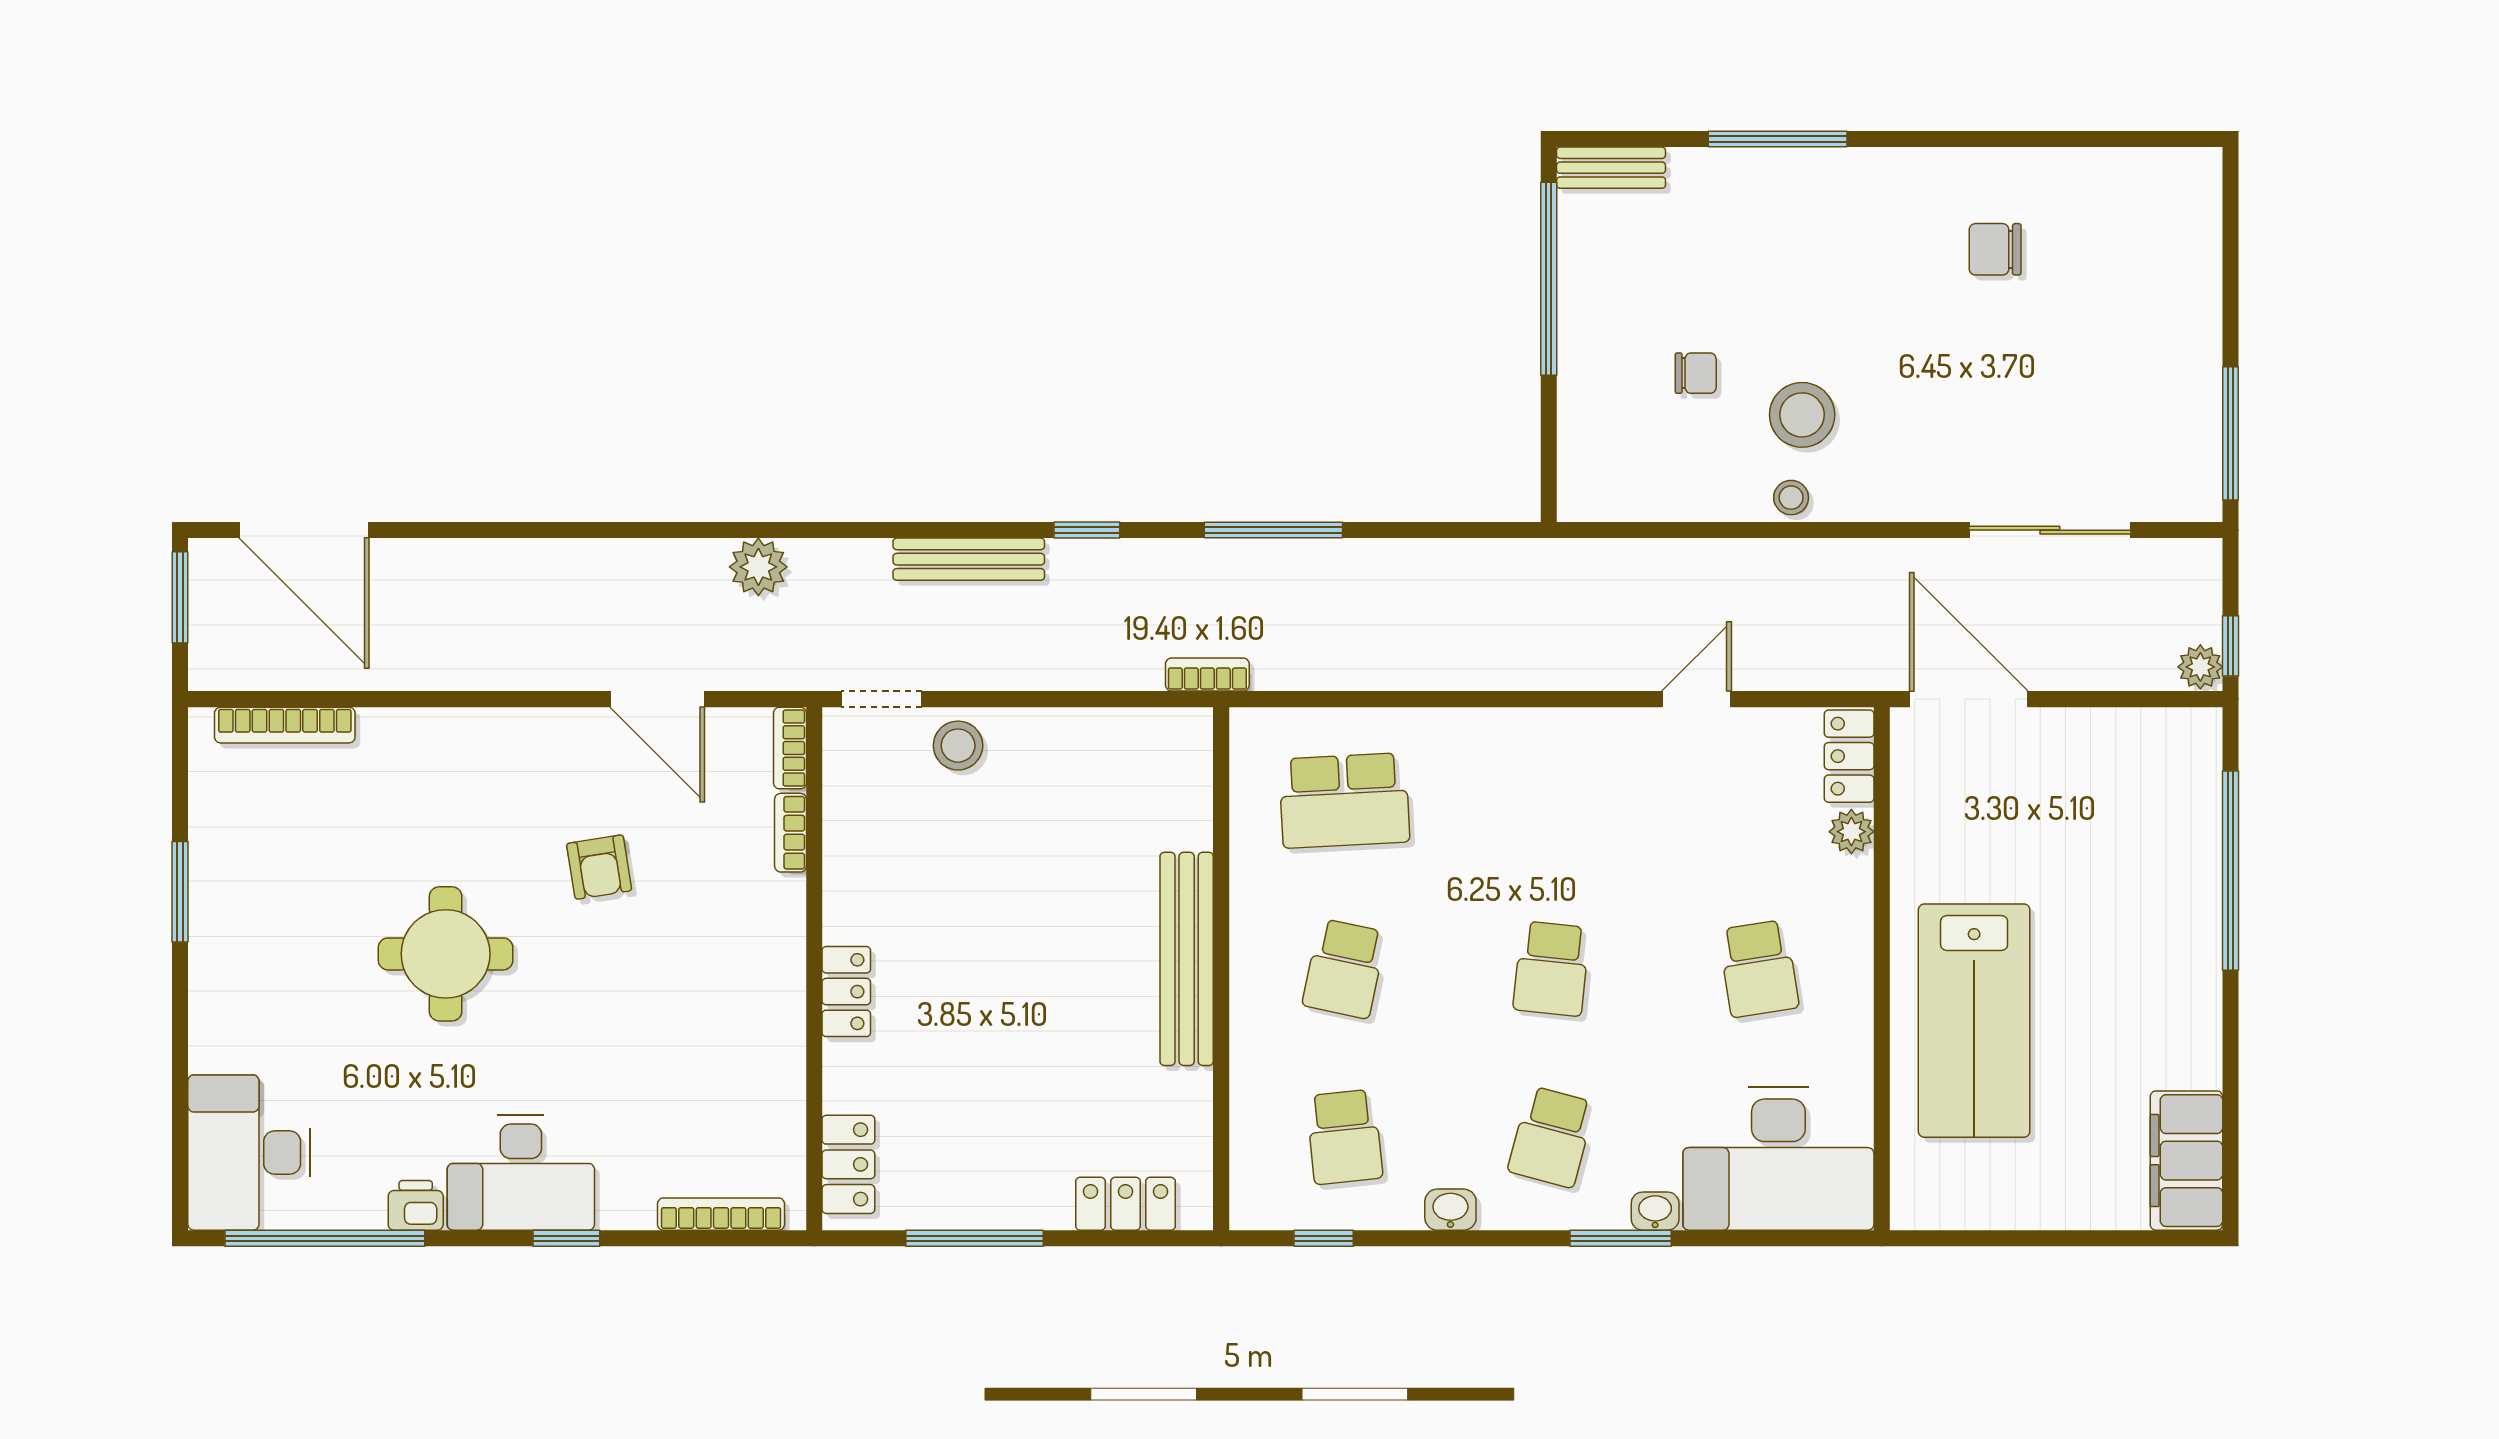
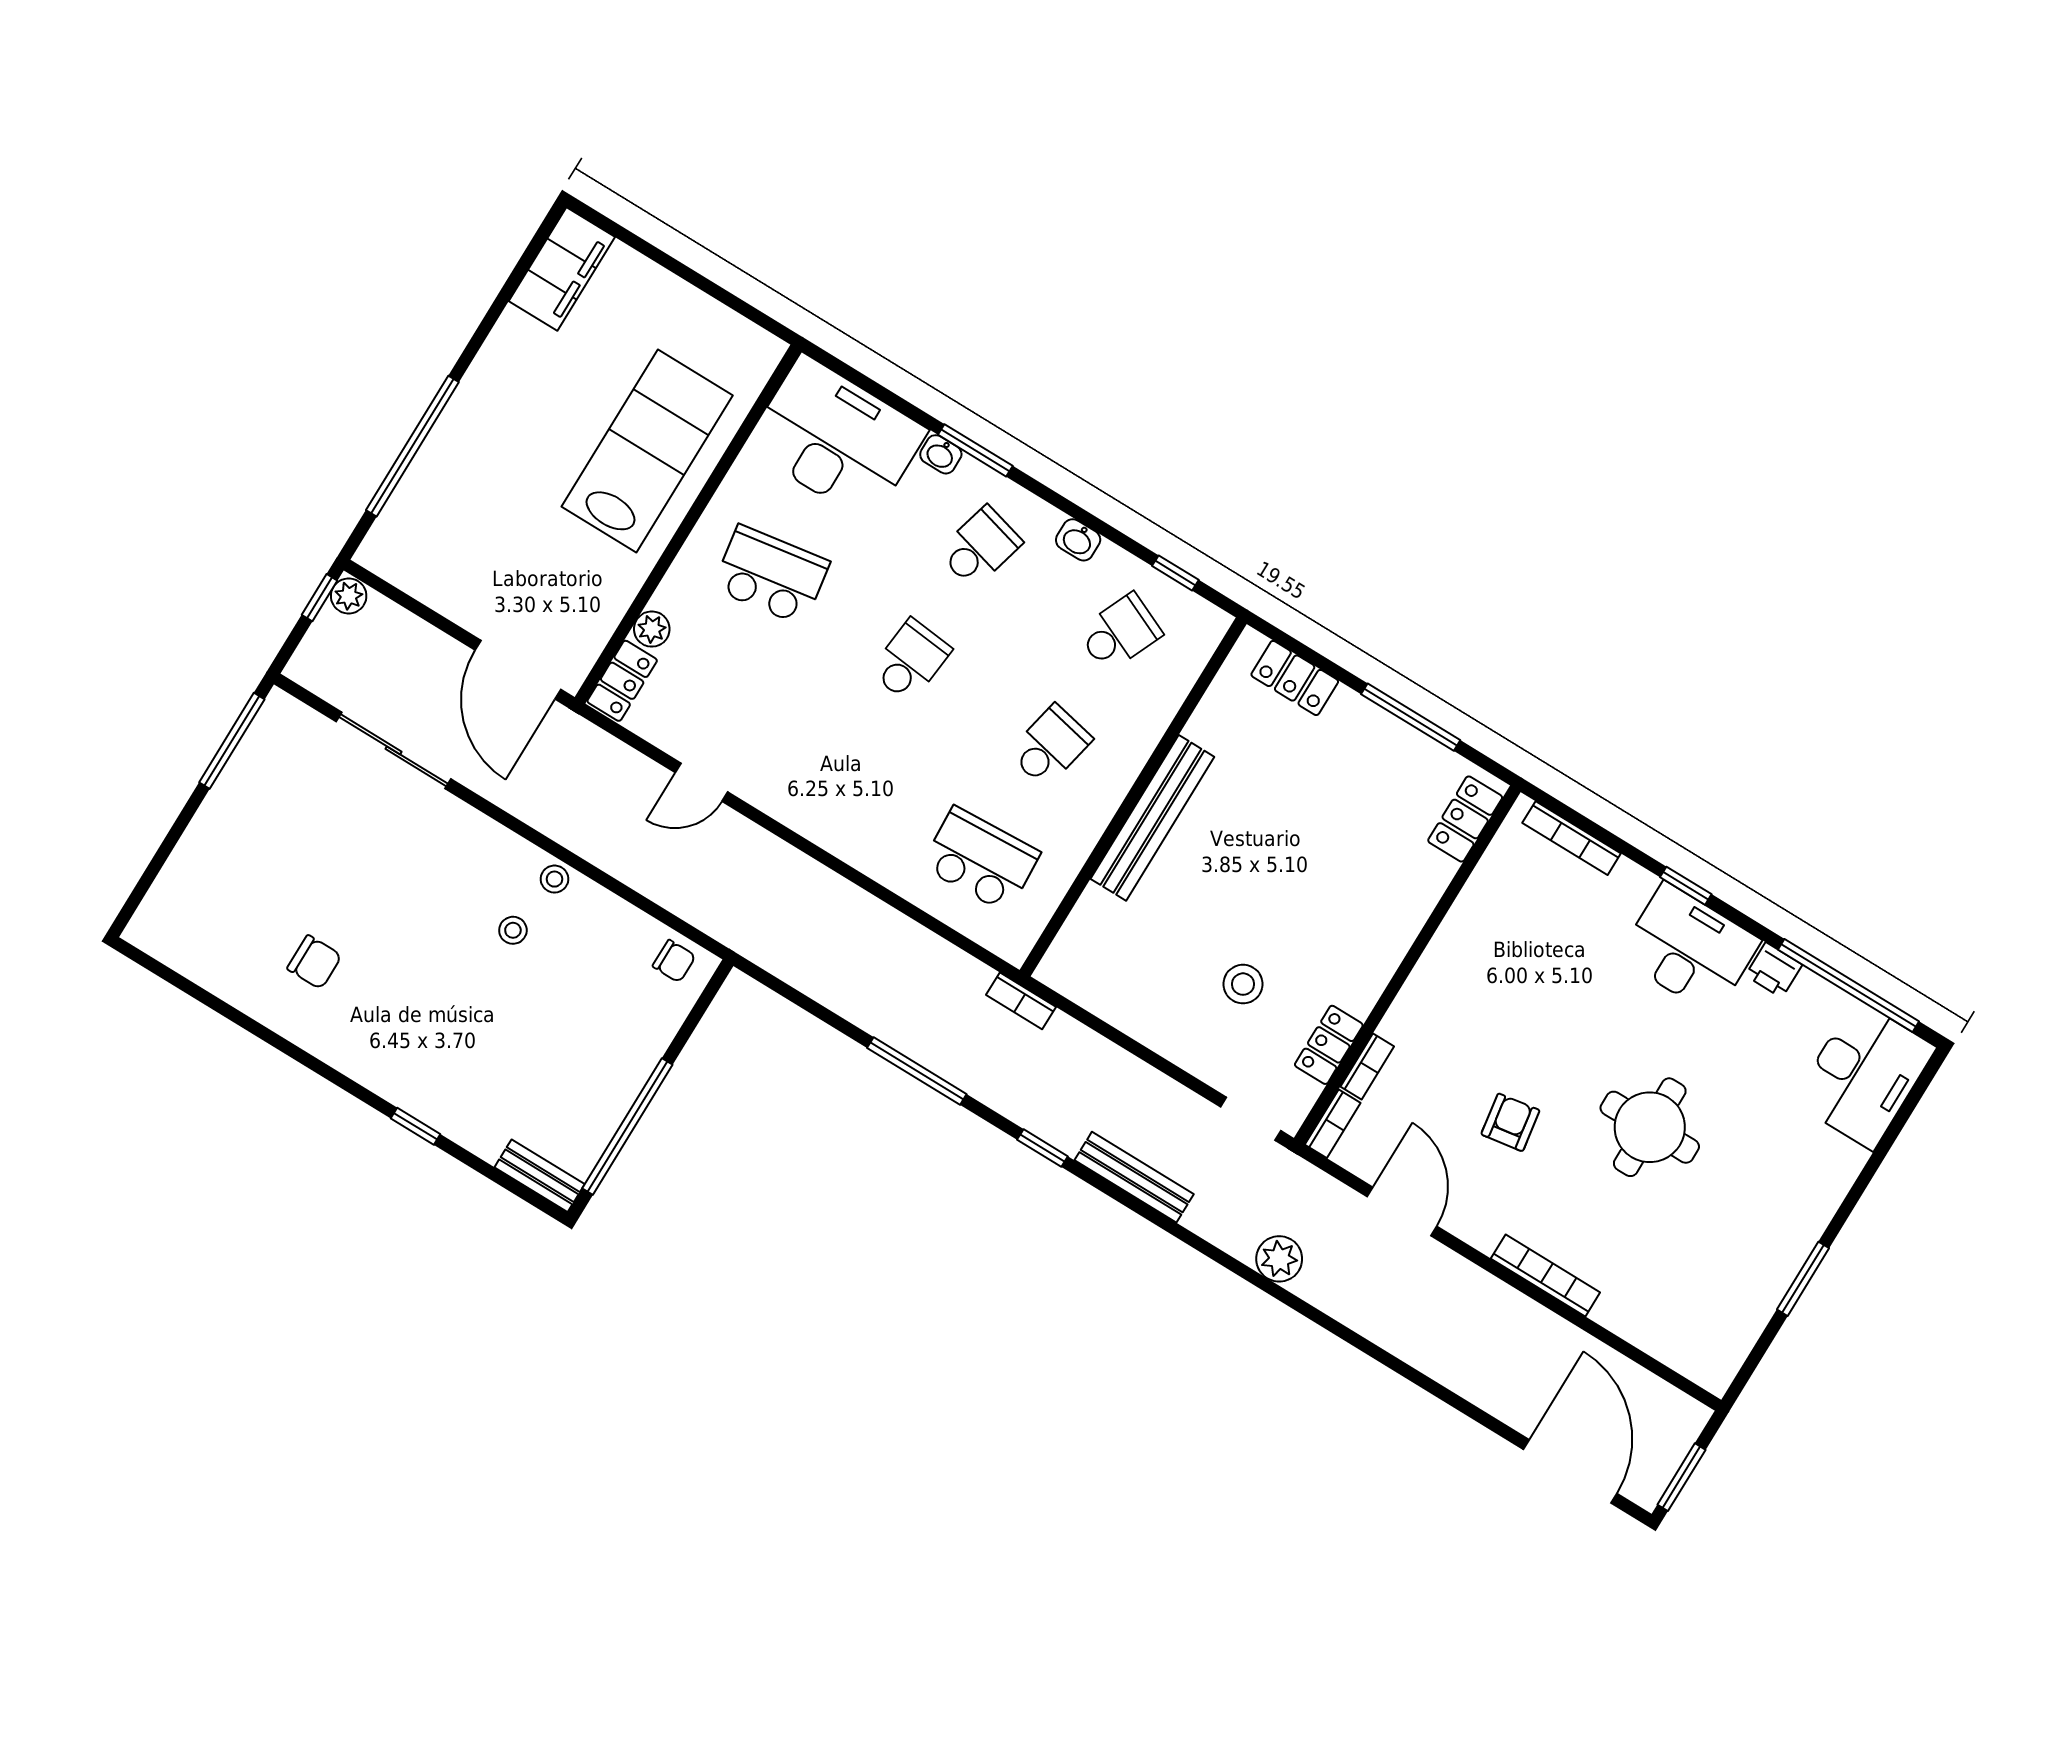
window: (1778, 139) -> (415, 1126), width x0.46
chair: (1696, 373) -> (674, 961), moved, turned 180
stool: (1802, 415) -> (513, 930), width x0.53, depth x0.53
bookcase: (285, 725) -> (1545, 1275), moved
stool: (958, 746) -> (1243, 984), moved
school desk: (1759, 969) -> (771, 575), width x1.85
locker: (846, 992) -> (1329, 1045), moved
school desk: (1344, 1137) -> (1120, 633), turned 30

